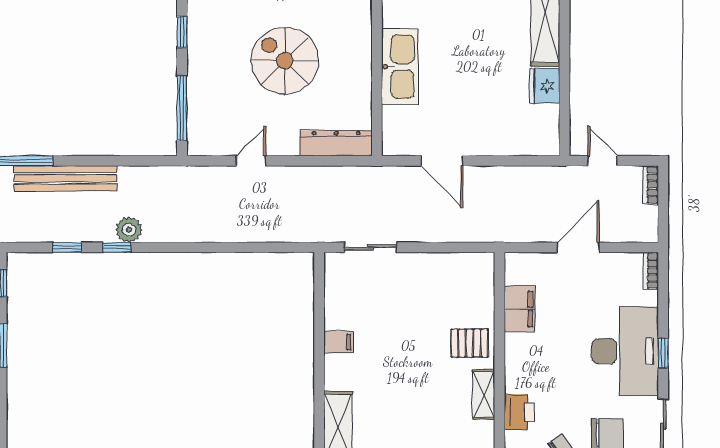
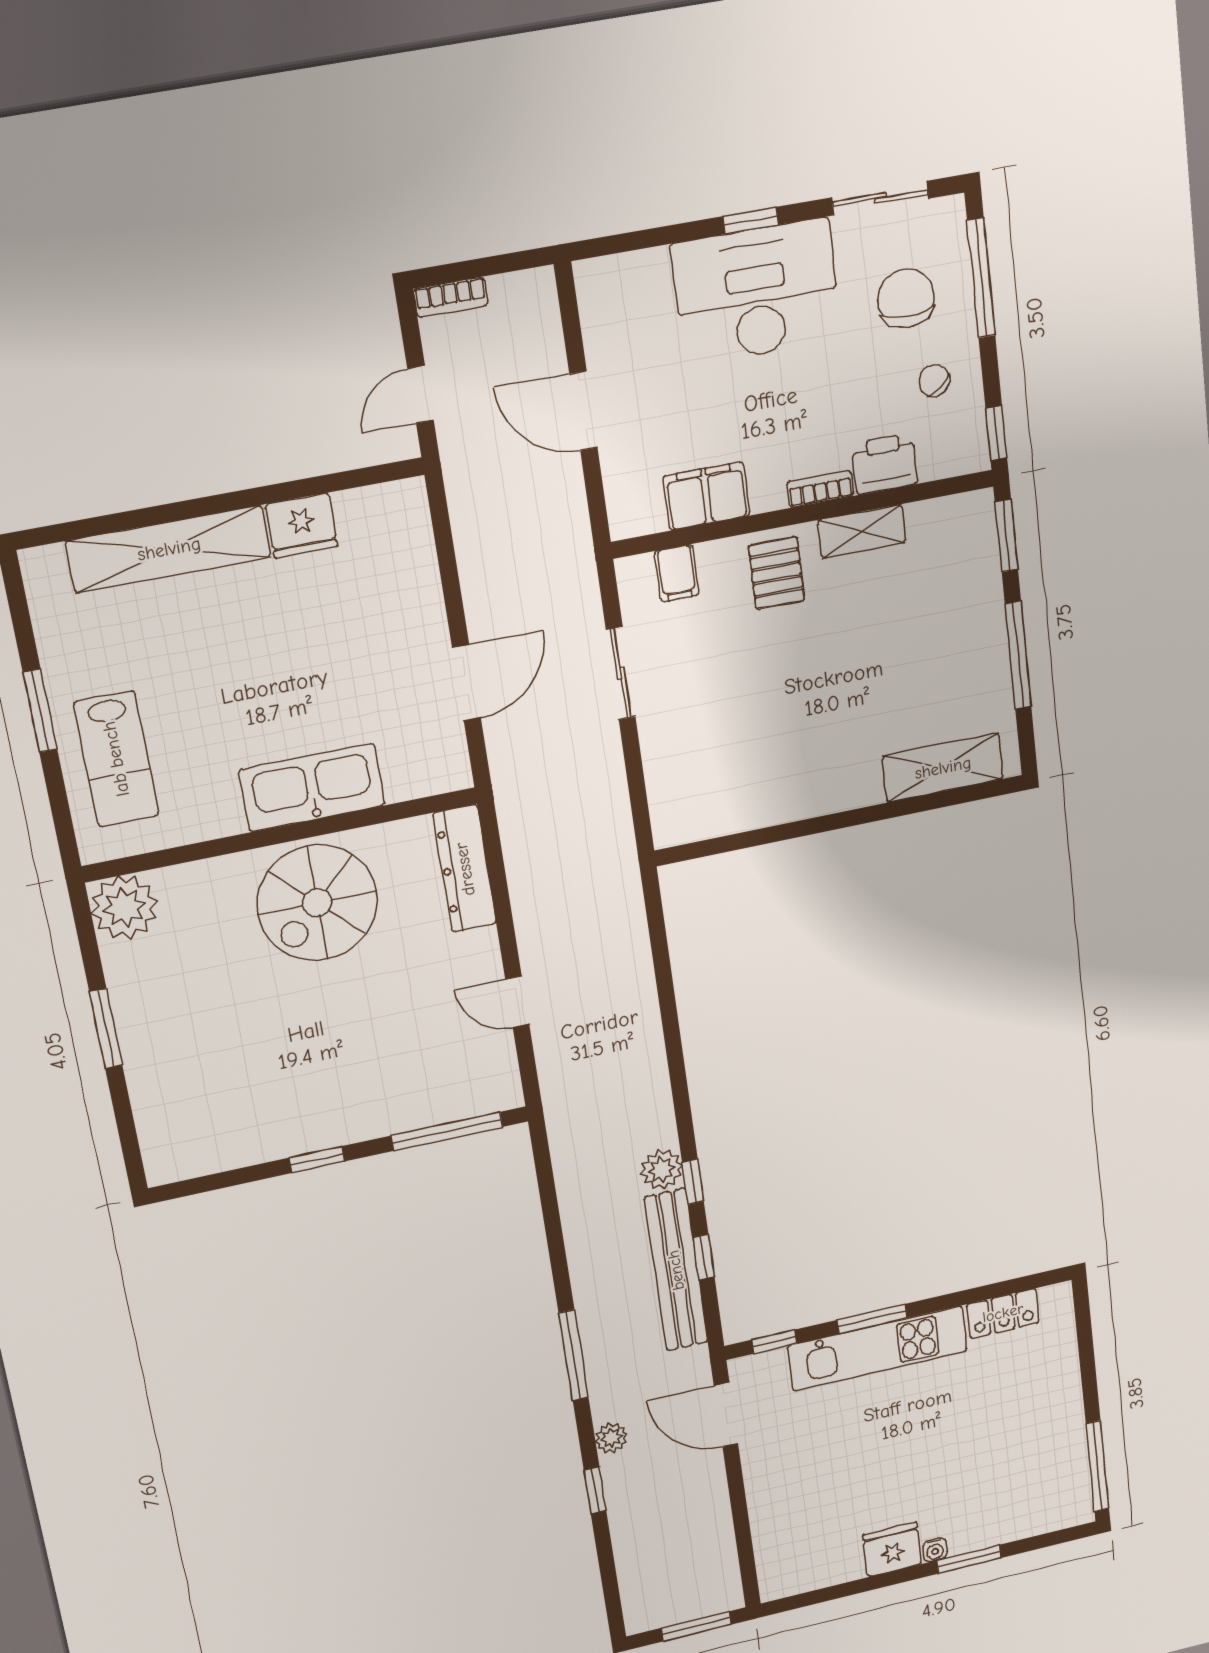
spiral stairs: (285, 61) -> (317, 903), moved
bench: (65, 178) -> (676, 1270), moved
sliding door: (370, 247) -> (621, 673), moved
bookcase: (651, 271) -> (820, 489), moved, turned 180
filing cabinet: (339, 342) -> (677, 573), moved, turned 180

